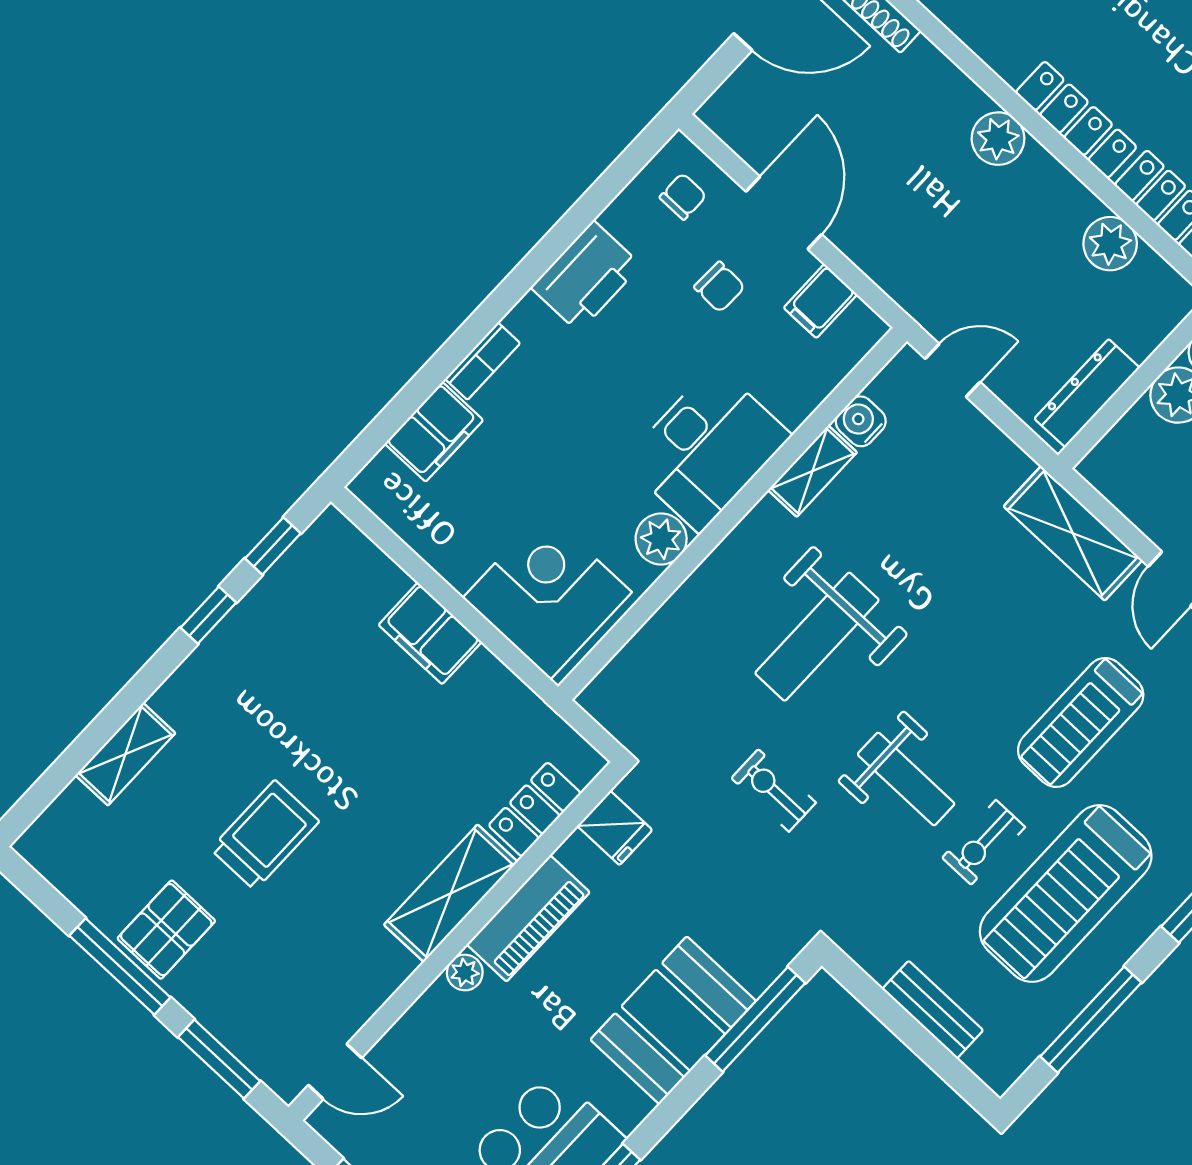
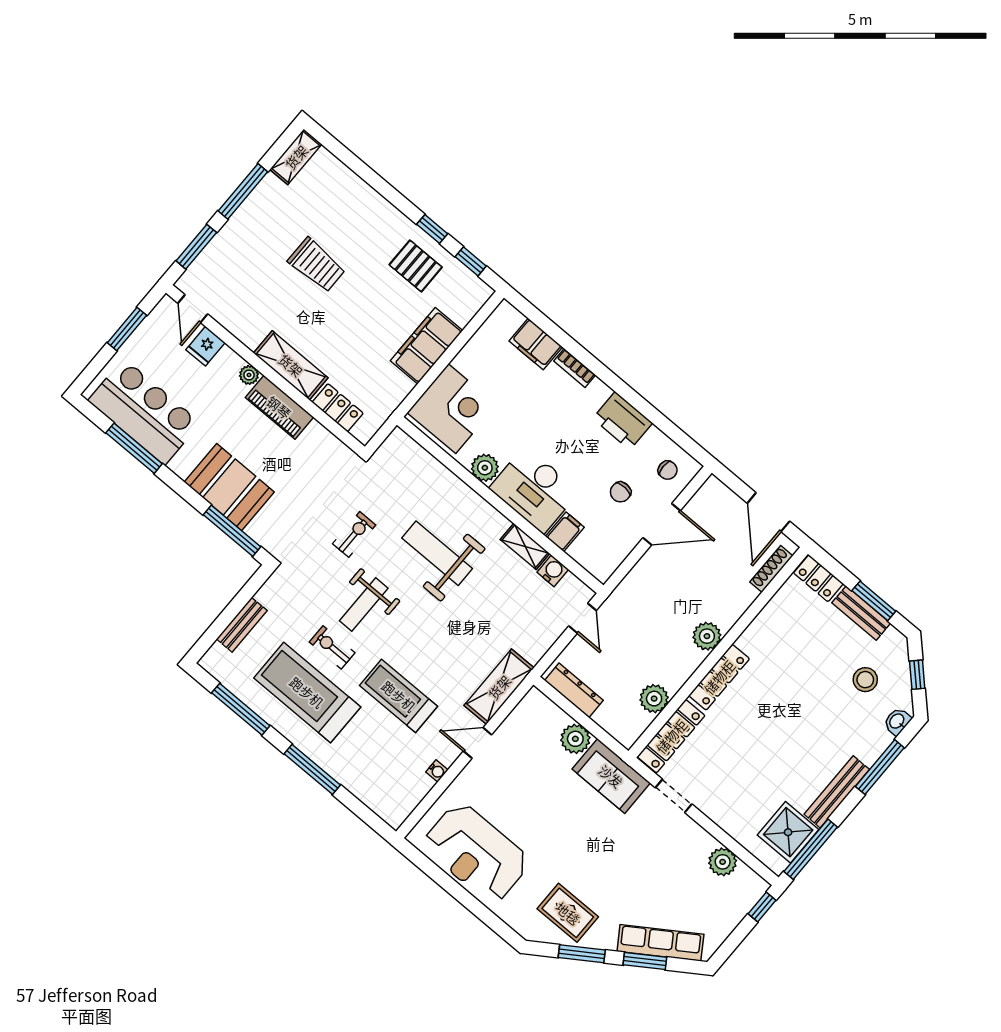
filing cabinet: (820, 301) -> (565, 532), moved, turned 90
filing cabinet: (430, 633) -> (426, 346), width x1.50, depth x1.17
shelving: (125, 754) -> (296, 157), moved, turned 90
fridge: (615, 828) -> (206, 346), moved
pallet: (166, 930) -> (416, 266), moved

